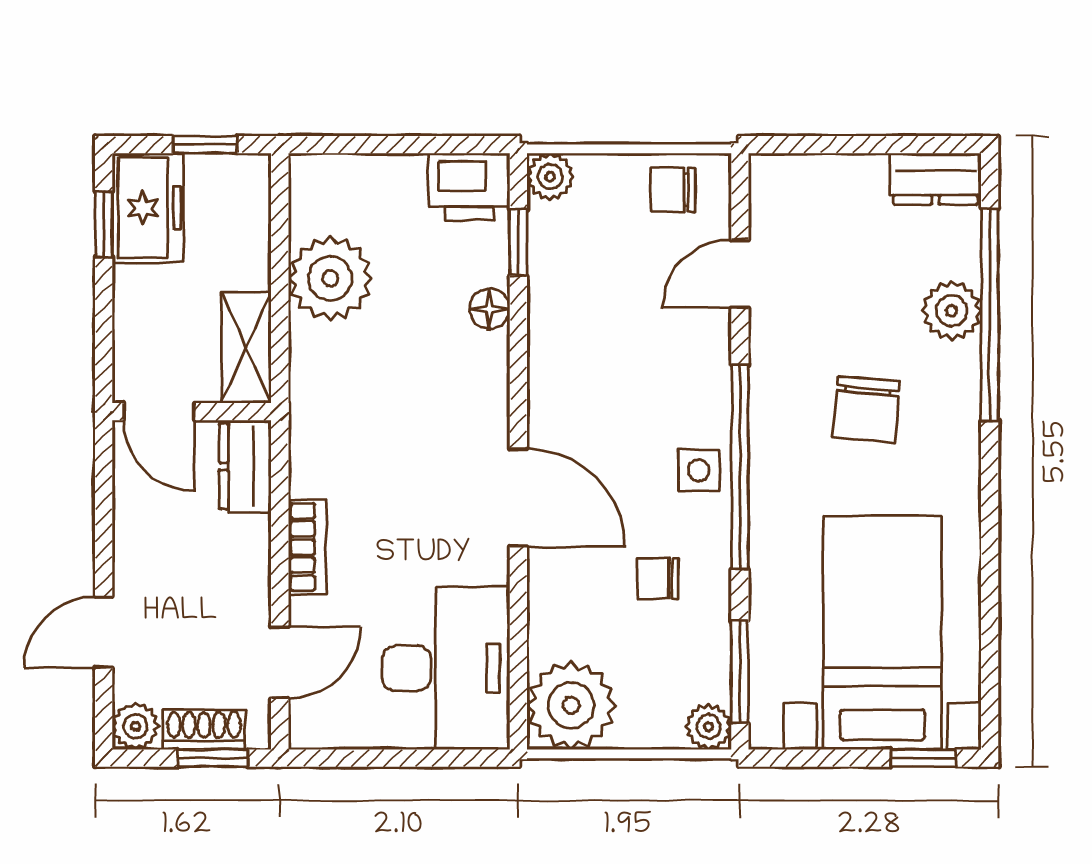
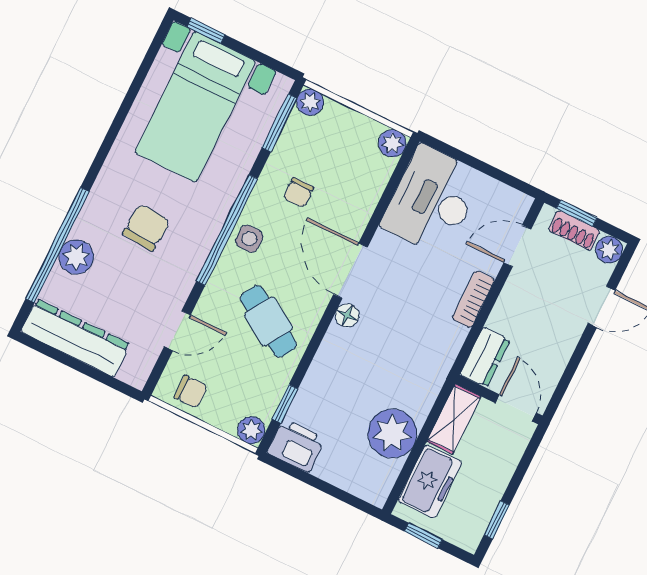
dresser: (935, 179) -> (75, 338), width x1.96, depth x1.24
freezer: (148, 208) -> (430, 482), moved, turned 180
floor lamp: (489, 309) -> (347, 315), moved
cafe table: (606, 357) -> (268, 321), added
chair: (658, 579) -> (298, 193), turned 90
plant: (571, 705) -> (392, 143), width x0.53, depth x0.53

